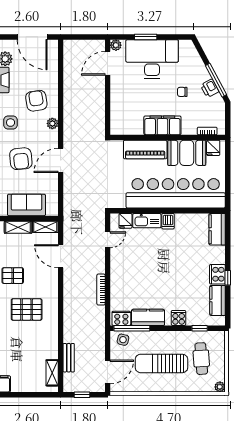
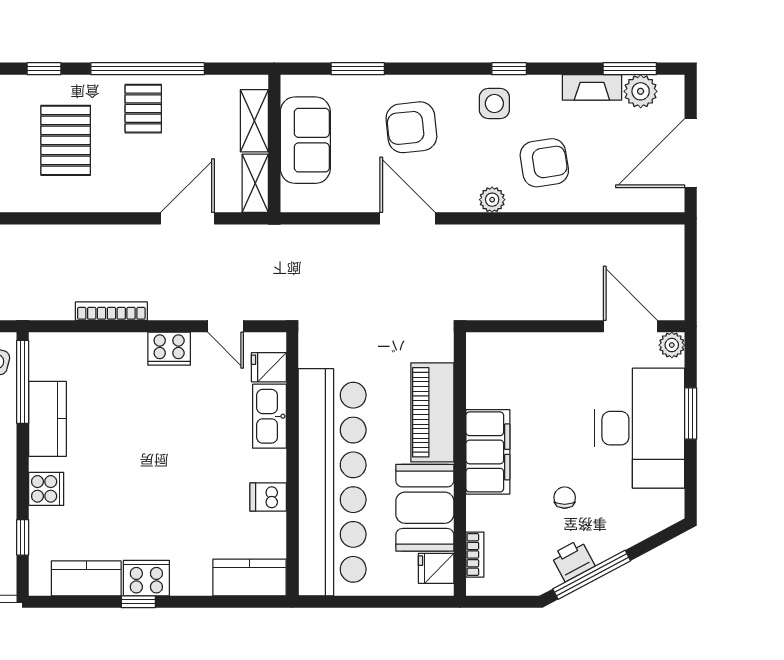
dishwasher: (168, 221) -> (268, 497), moved
cooker: (121, 318) -> (169, 349), moved, turned 90

